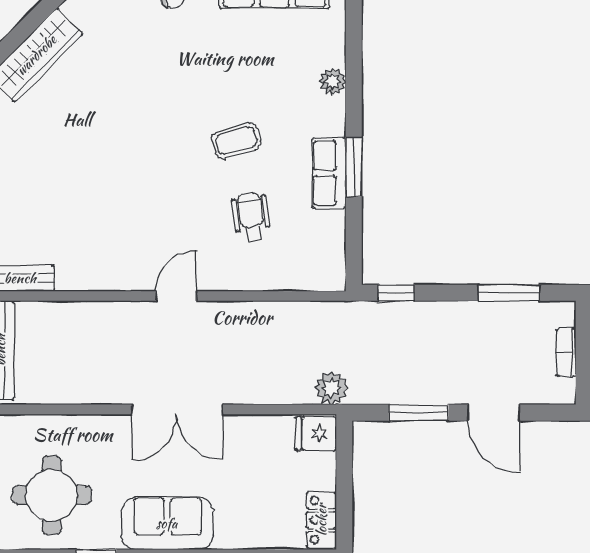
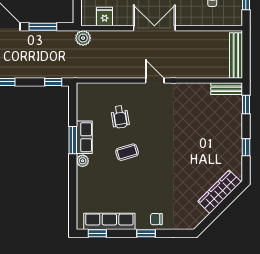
plant: (333, 81) -> (83, 161), moved
door: (176, 296) -> (155, 81), swing flipped
fridge: (316, 434) -> (105, 17), moved, turned -90

